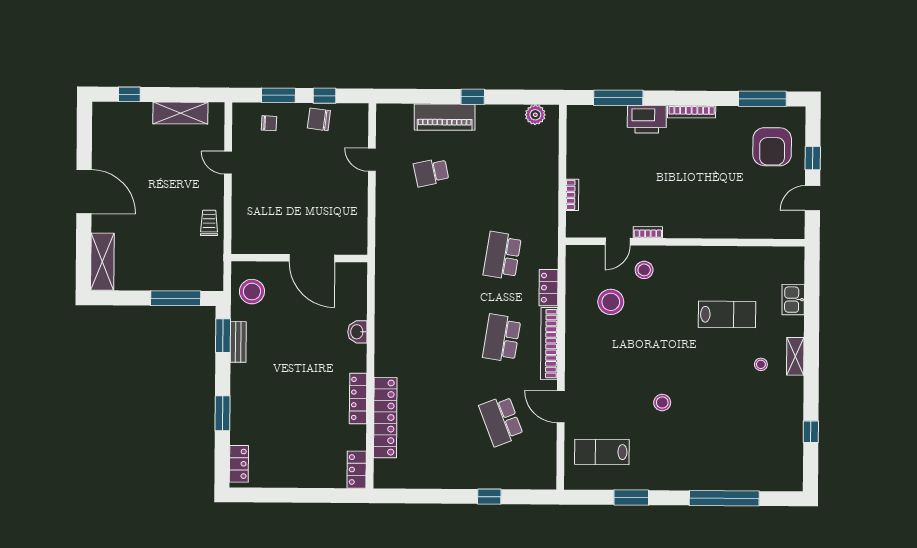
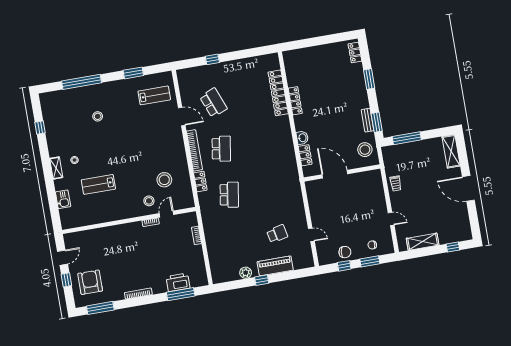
plant: (535, 115) -> (246, 273), moved
printer: (647, 119) -> (178, 282), moved
stool: (662, 403) -> (98, 116), moved
locker: (357, 470) -> (305, 155), moved

